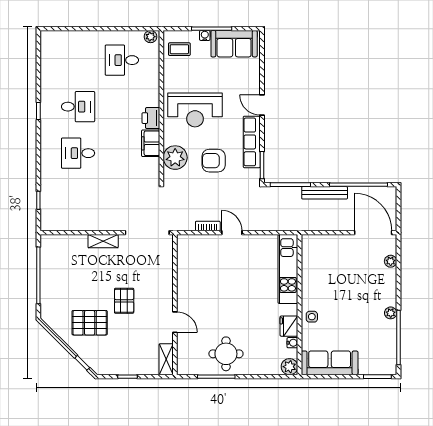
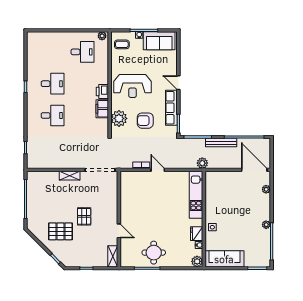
desk: (122, 60) -> (83, 52), turned 180
desk: (78, 153) -> (53, 115), turned 180
plant: (297, 223) -> (202, 163), added

